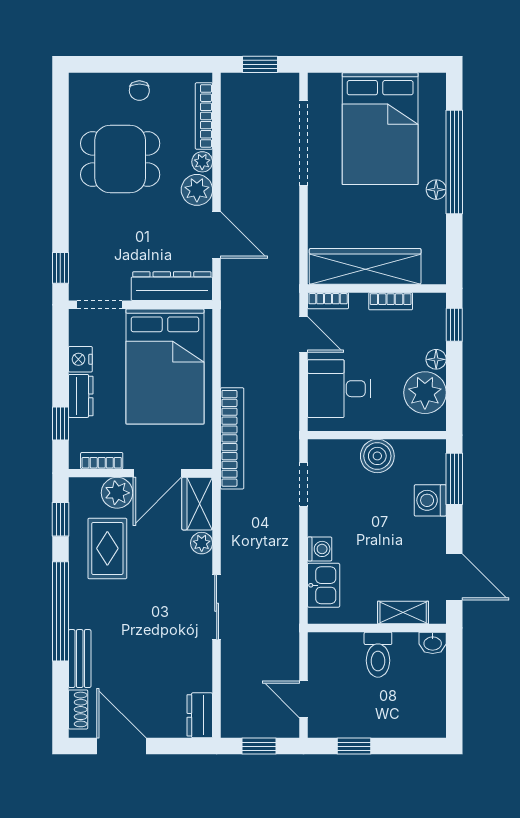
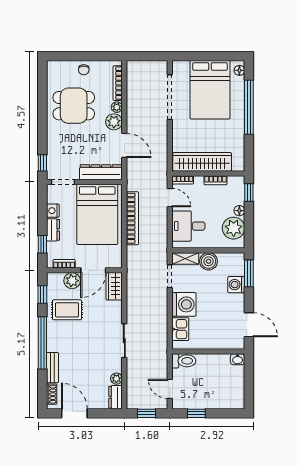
window: (260, 64) -> (147, 56), removed
floor lamp: (436, 190) -> (239, 70), moved
bookcase: (232, 438) -> (132, 218), moved
plant: (202, 543) -> (116, 379), moved
rug: (107, 548) -> (67, 310), turned 90
washing machine: (320, 549) -> (184, 304), width x1.89, depth x1.89
shelving: (403, 612) -> (185, 258), moved
toilet: (378, 655) -> (184, 361), moved, turned -90

